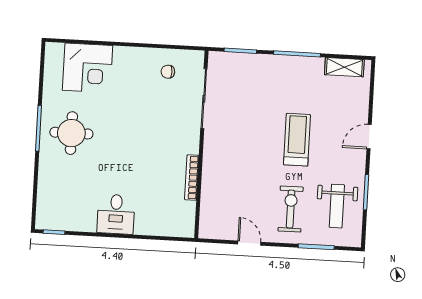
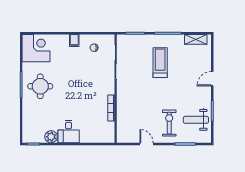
filing cabinet: (134, 57) -> (74, 41), added
corner desk: (88, 68) -> (36, 48), moved, turned -90
treadmill: (297, 140) -> (160, 63), moved
weight bench: (337, 206) -> (196, 120), turned 90
plant: (85, 221) -> (51, 137), added

